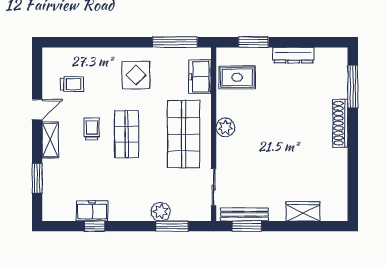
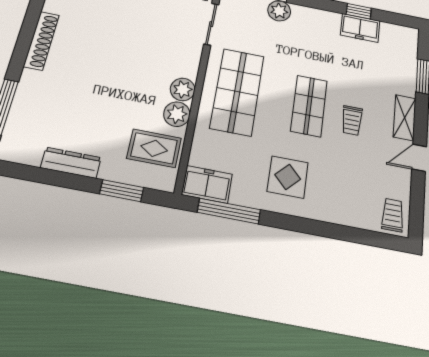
freezer: (200, 77) -> (207, 184), moved, turned -90
trolley: (72, 84) -> (393, 215), moved, turned 90
plant: (226, 107) -> (177, 114), added
shoe rack: (340, 123) -> (41, 41), moved

